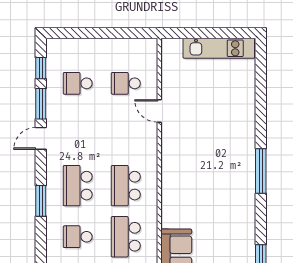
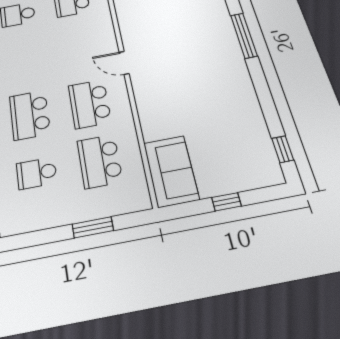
door: (159, 111) -> (124, 63), moved
window: (261, 171) -> (244, 35), moved

